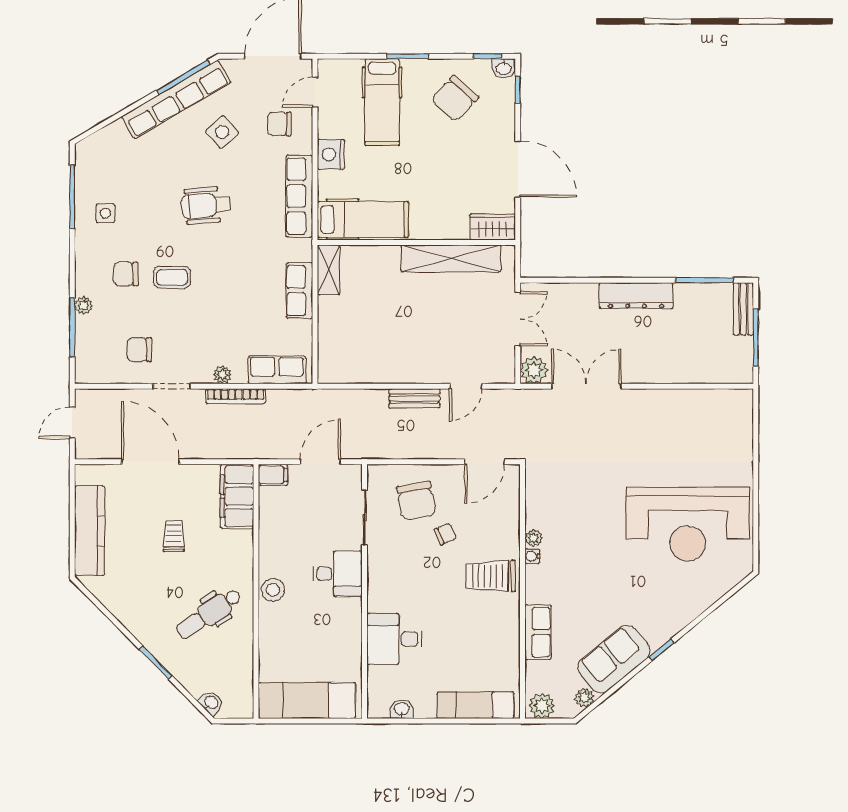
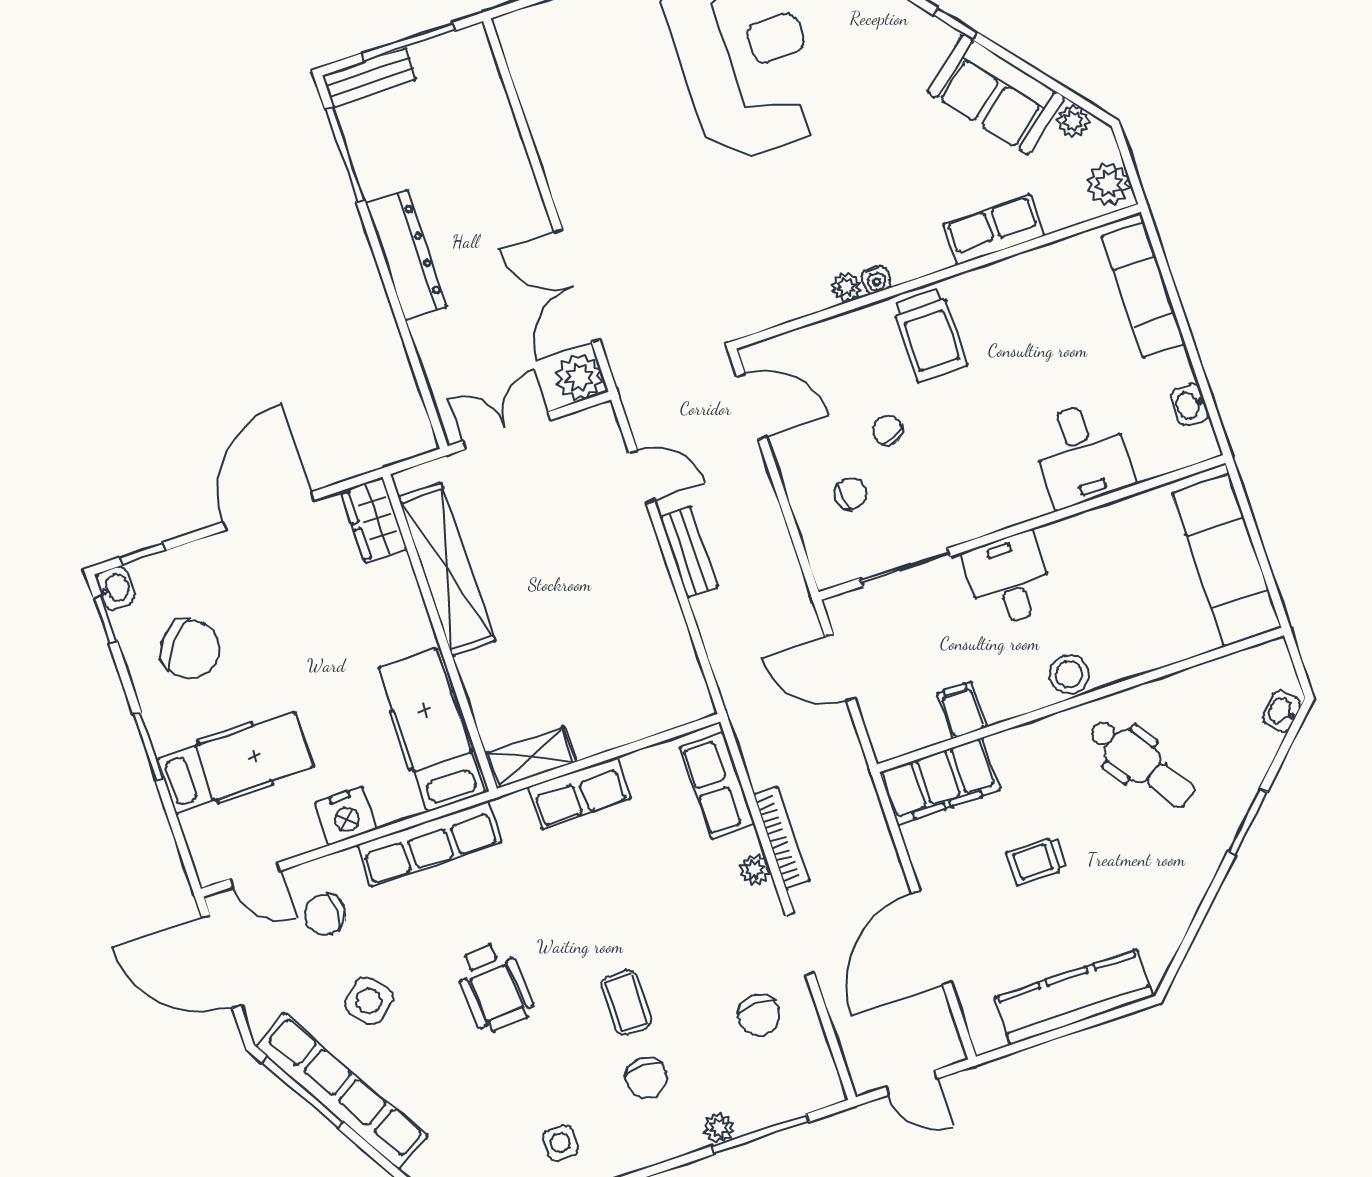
chair: (279, 124) -> (325, 914), turned 90
filing cabinet: (273, 475) -> (962, 710), moved
chair: (416, 501) -> (850, 494), width x0.54, depth x0.54

